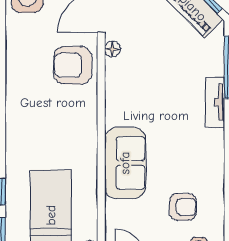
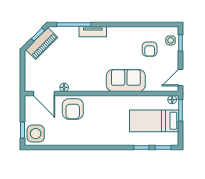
armchair: (183, 207) -> (150, 49), turned 180

